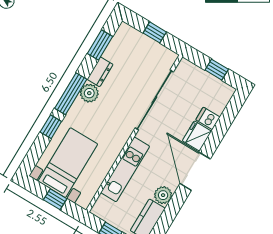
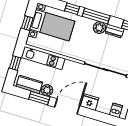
dishwasher: (208, 118) -> (116, 110), moved
kitchen unit: (125, 169) -> (43, 58), moved
window: (172, 210) -> (39, 98), added

